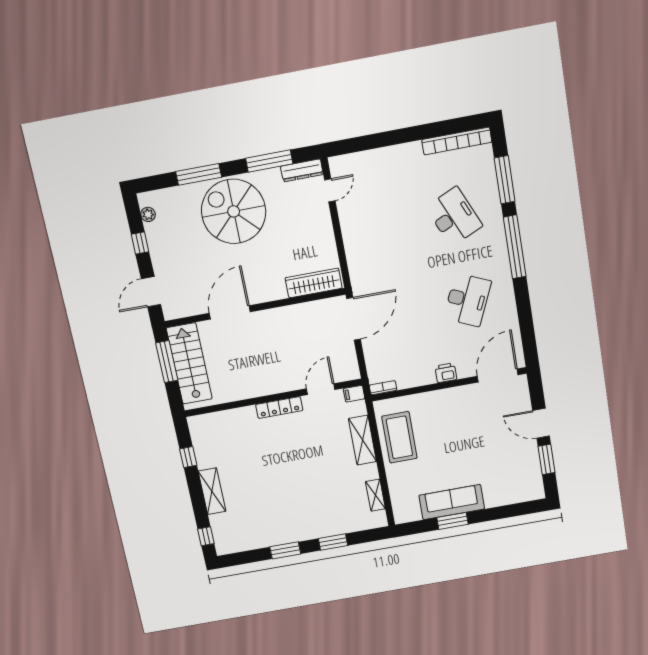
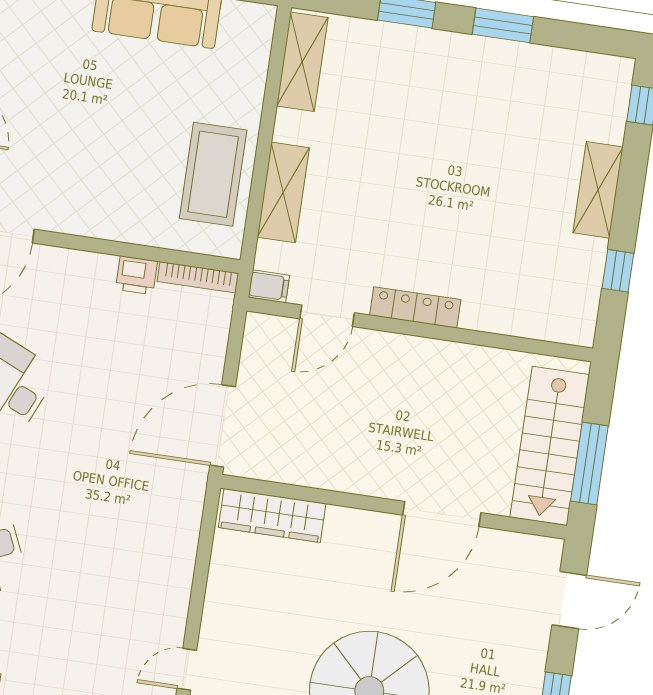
printer: (446, 373) -> (136, 275), moved
bookcase: (383, 388) -> (198, 277), width x1.56
shelving: (375, 495) -> (302, 62), width x1.50, depth x1.33

